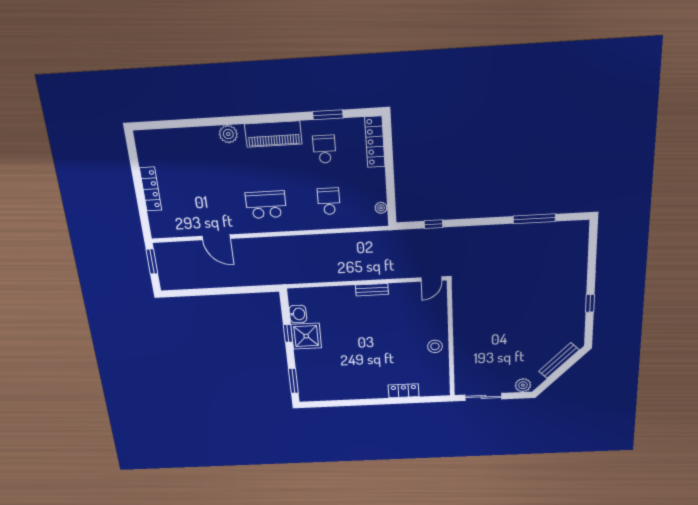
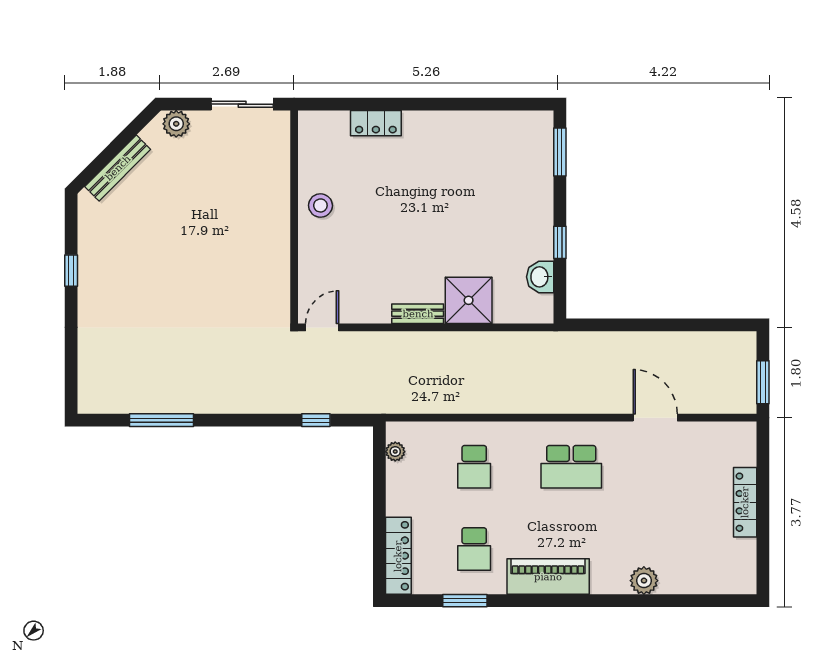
plant: (228, 134) -> (644, 581), moved
shower: (306, 336) -> (469, 300), moved

